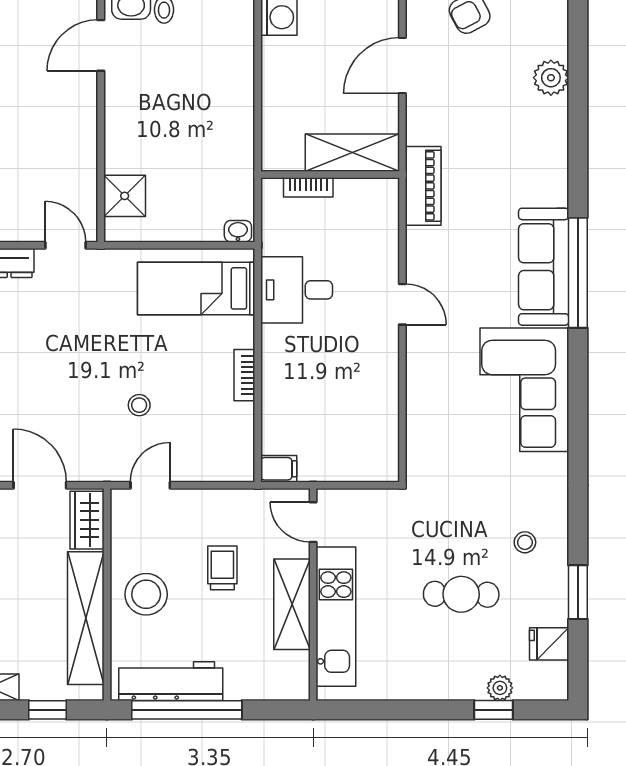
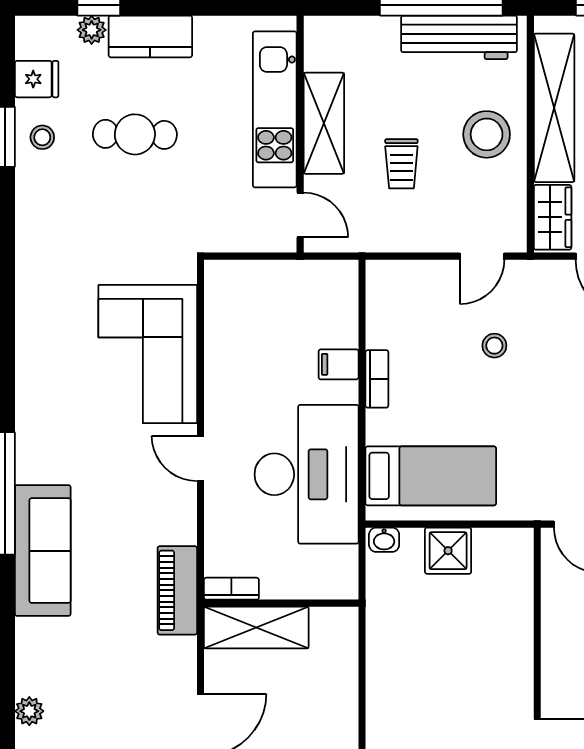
plant: (551, 78) -> (29, 711), width x0.73, depth x0.73
bookcase: (308, 187) -> (231, 589), moved
shower: (125, 196) -> (448, 551), moved
sofa: (544, 267) -> (43, 551), moved
desk: (297, 290) -> (307, 474), width x1.87, depth x1.30
corner sofa: (524, 390) -> (148, 354), moved, turned 180
filing cabinet: (279, 469) -> (339, 364), moved
stool: (525, 542) -> (42, 137), moved
kitchen counter: (447, 682) -> (150, 36), added

